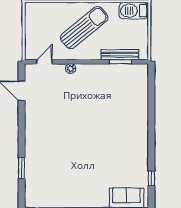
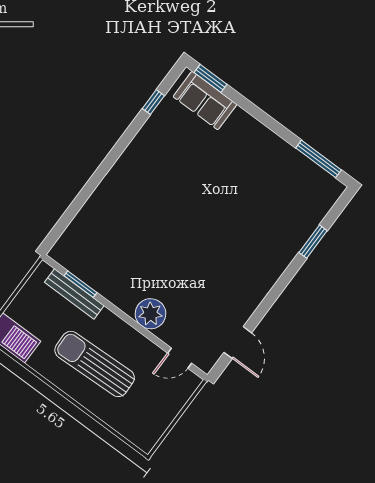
sun lounger: (84, 28) -> (95, 364), turned 37
plant: (71, 69) -> (151, 314), width x1.88, depth x1.88

